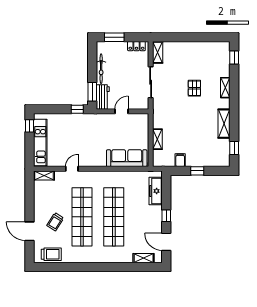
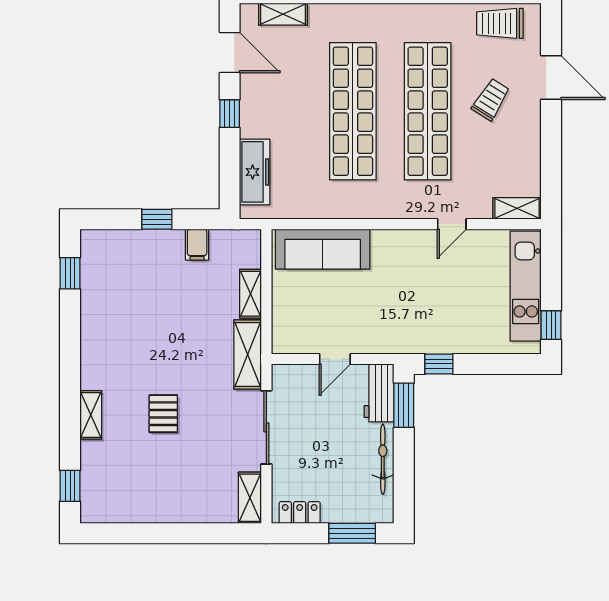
shelving: (224, 124) -> (248, 355), moved

